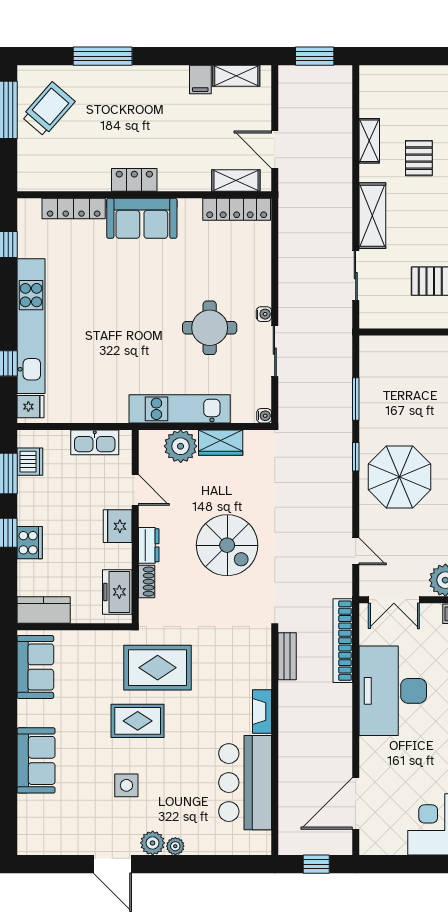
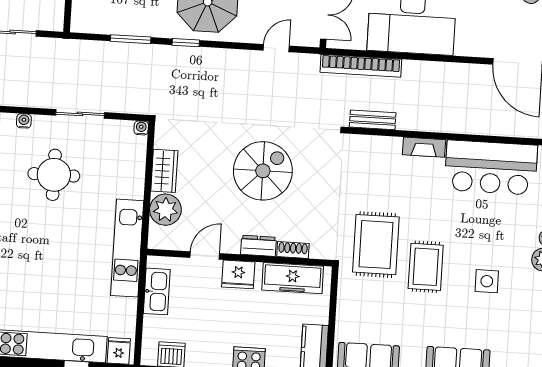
water cooler: (264, 314) -> (24, 121), moved
kitchen unit: (180, 409) -> (127, 248), moved
freezer: (117, 592) -> (293, 278), width x1.40

